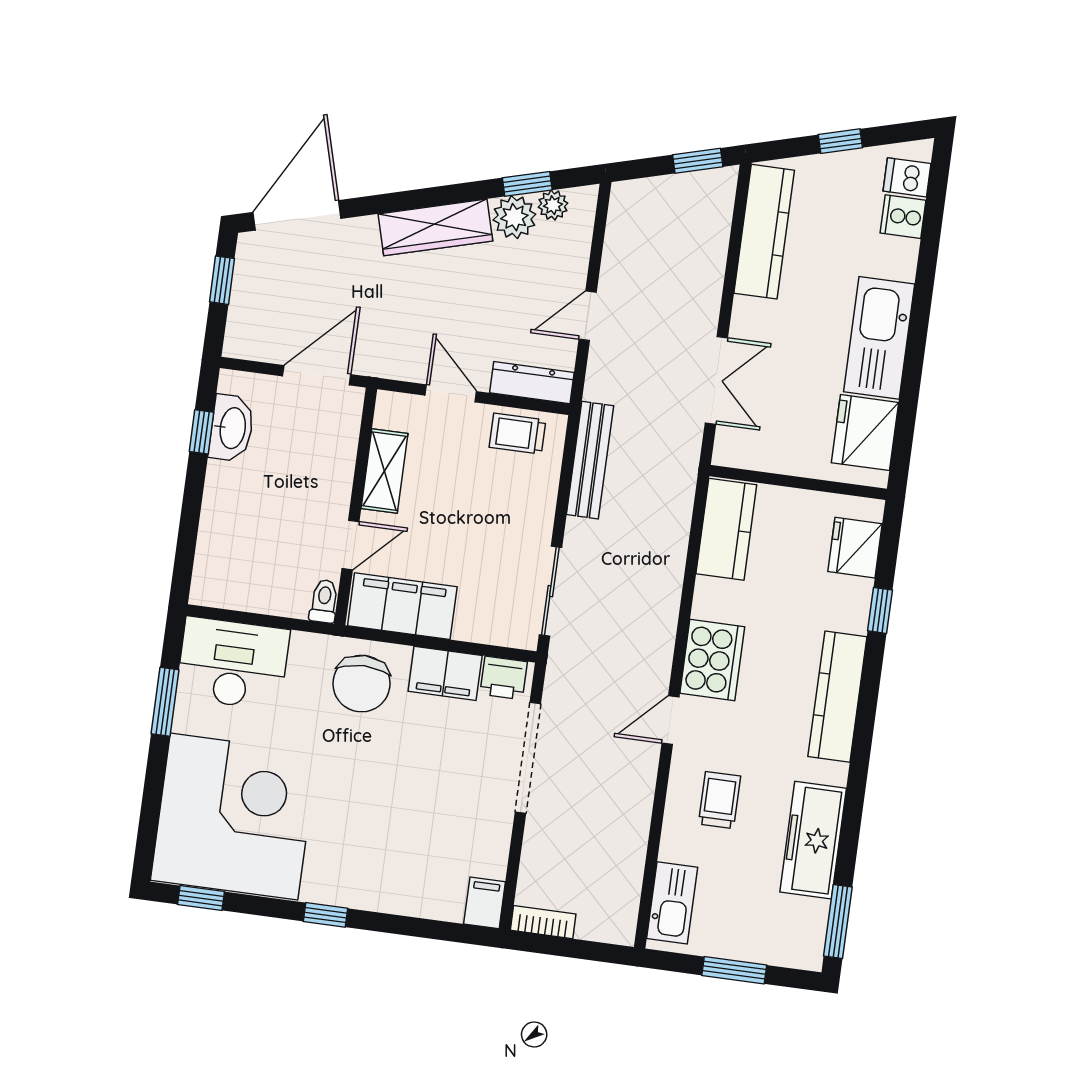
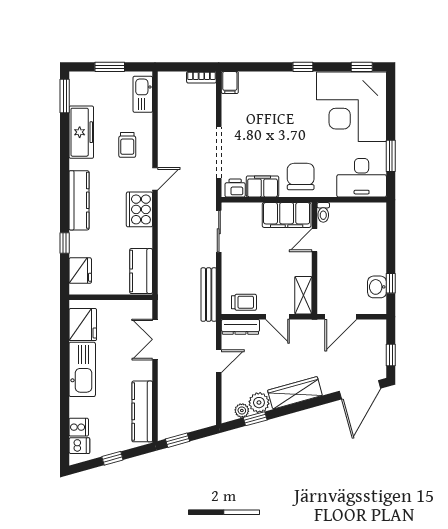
washbasin: (232, 428) -> (377, 287), width x0.72
shelving: (384, 471) -> (303, 295), moved

